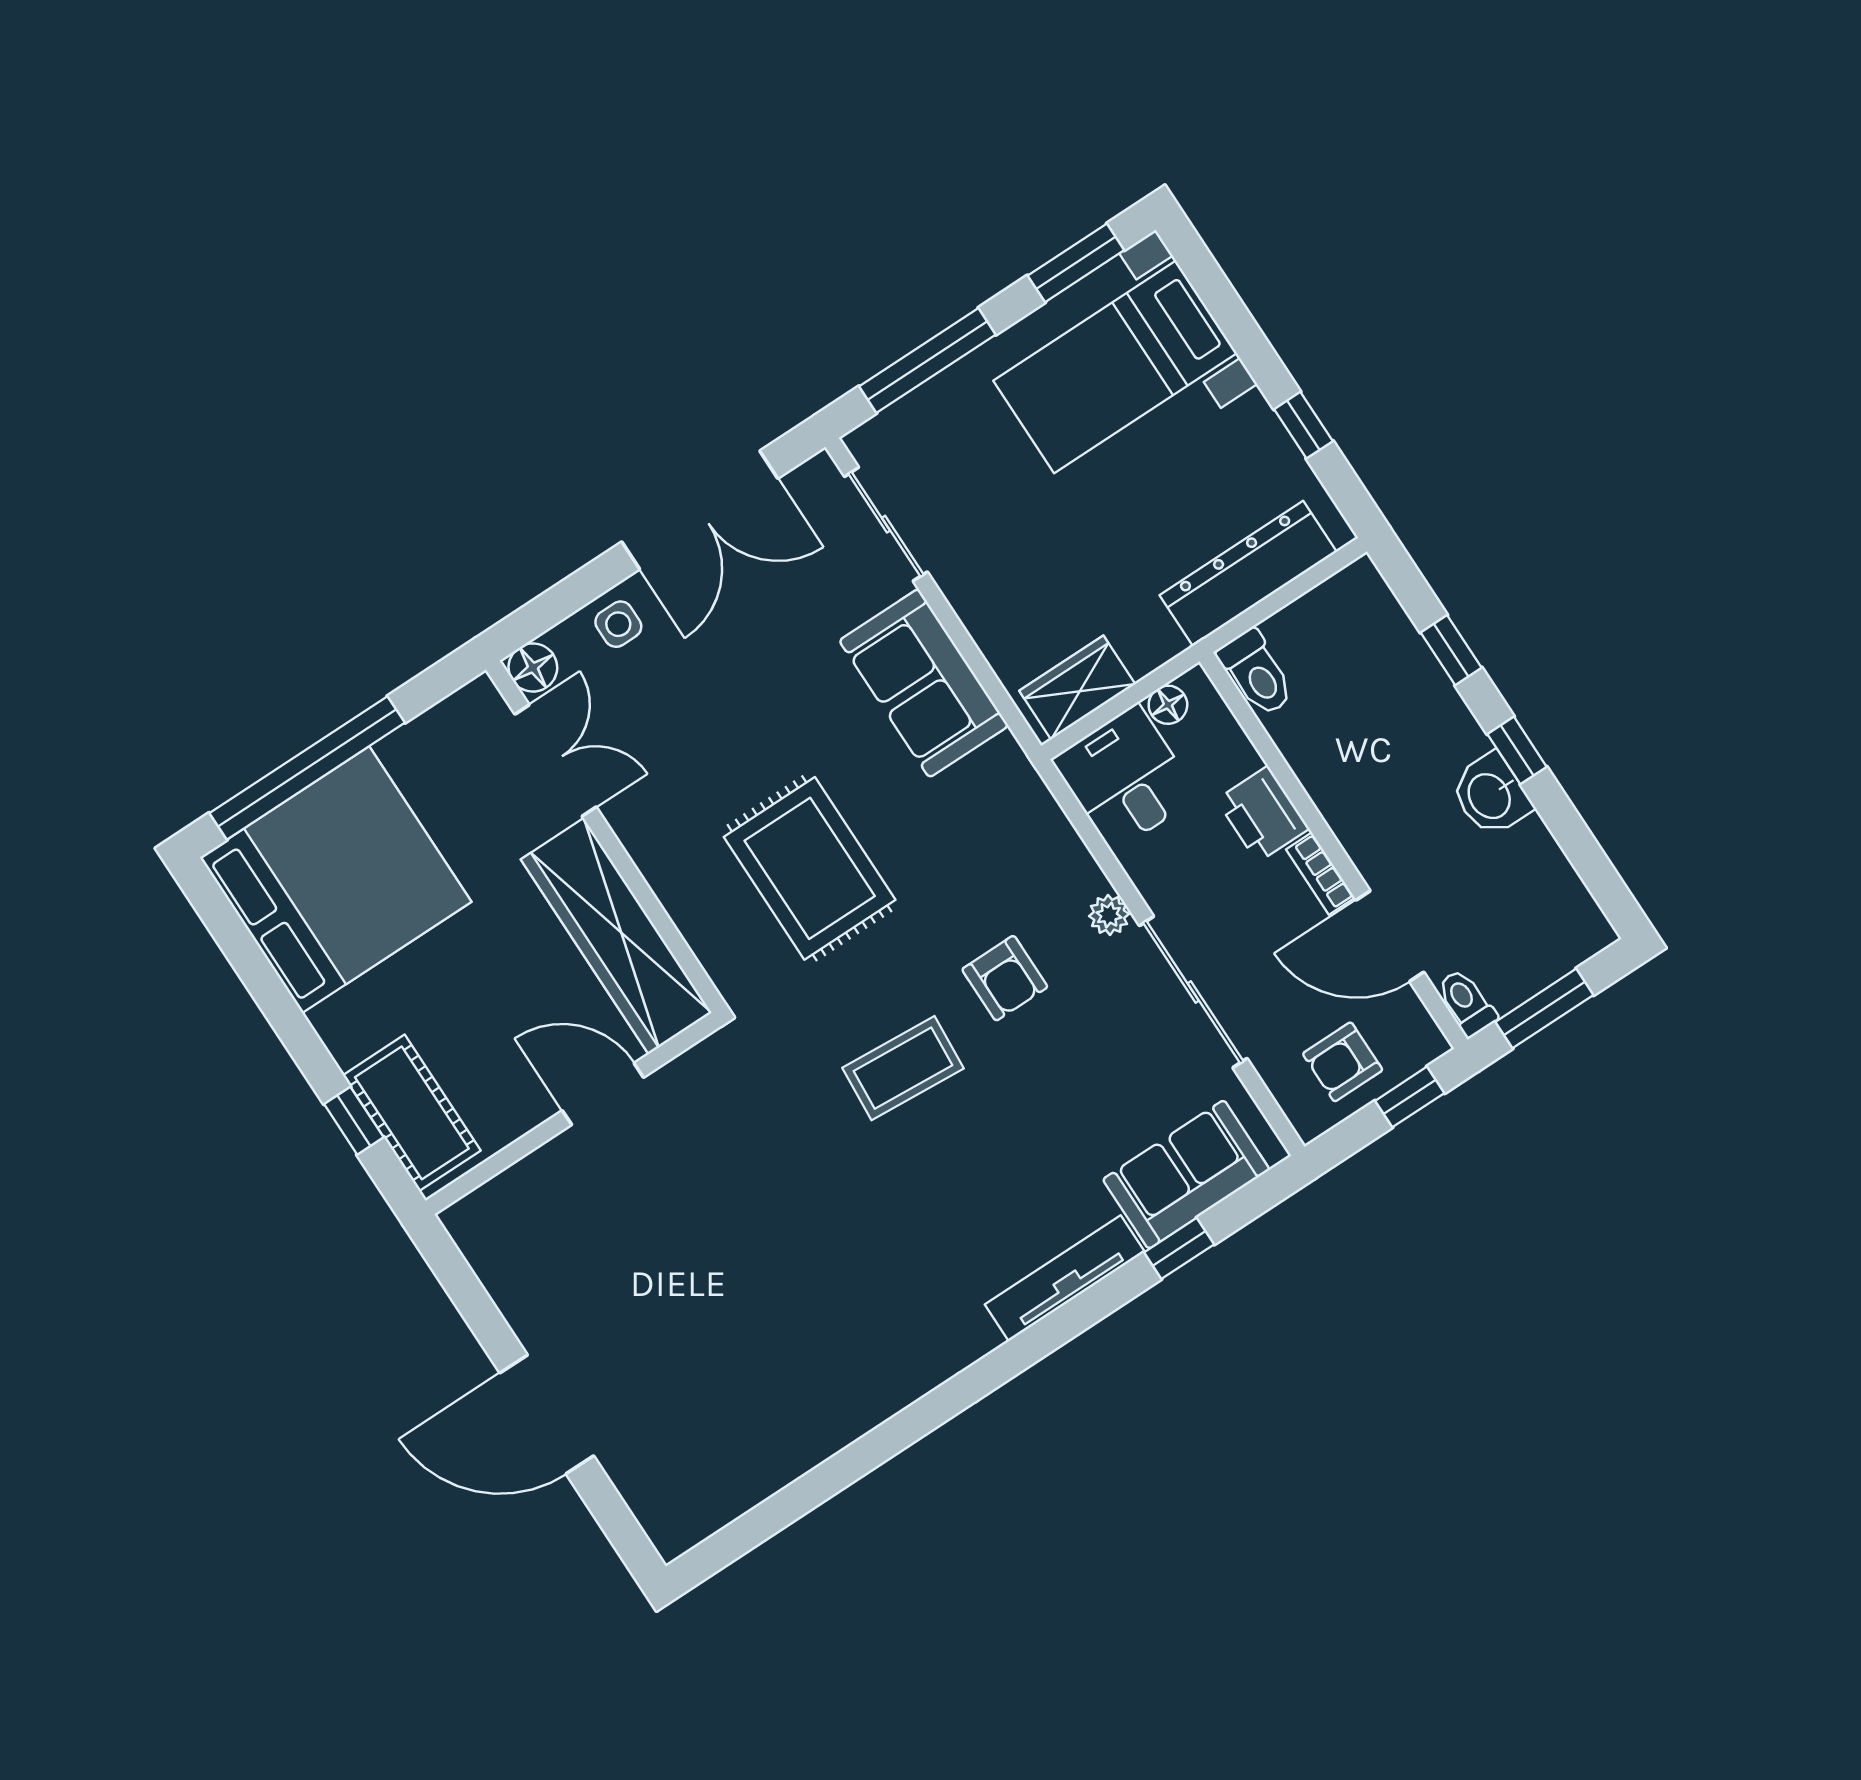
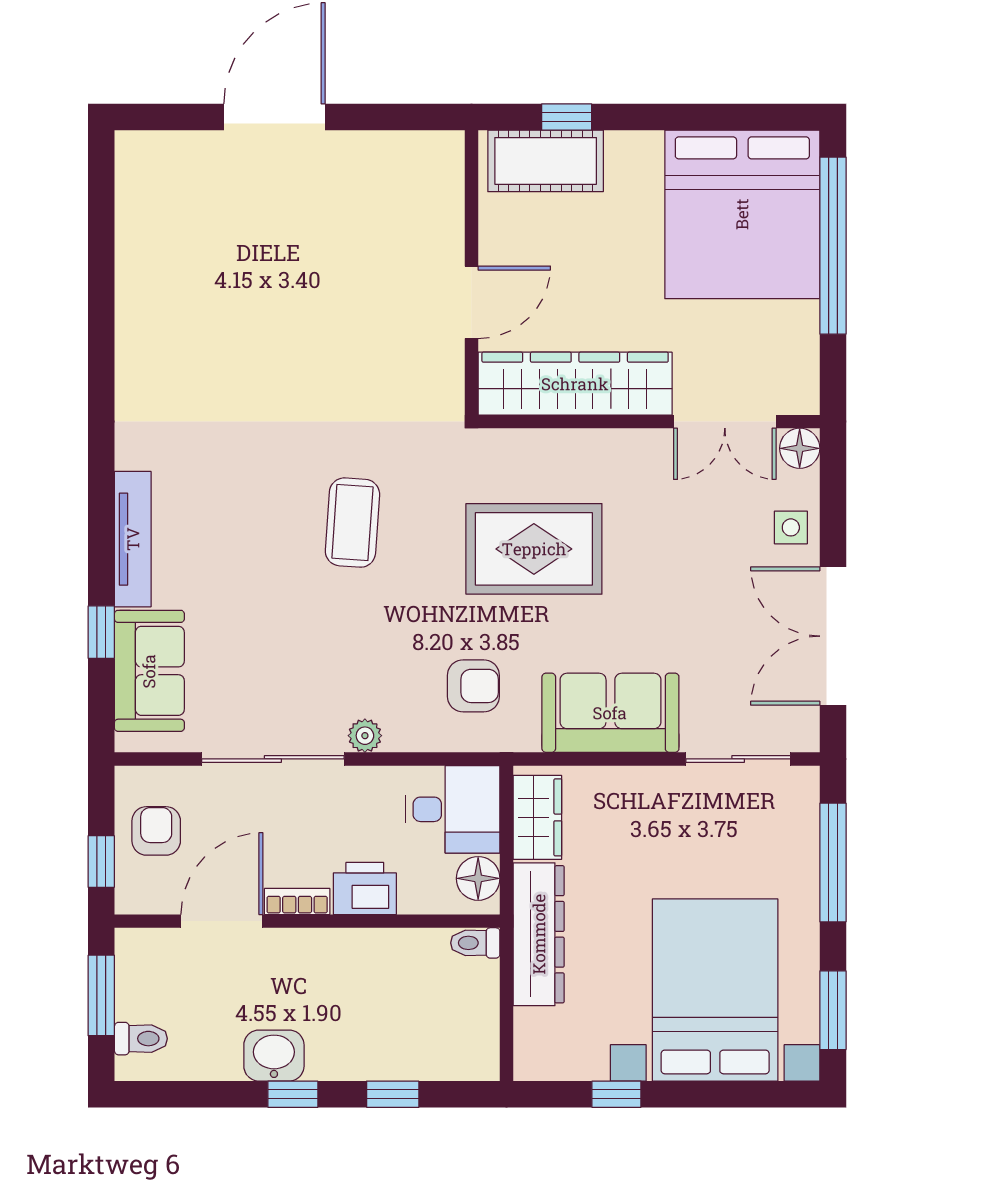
bed with nightstands: (1115, 367) -> (715, 990), width x1.36
dresser: (1248, 574) -> (539, 934), moved
toilet: (1256, 673) -> (475, 943), width x0.73, depth x0.72
floor lamp: (1168, 705) -> (478, 878), width x1.37, depth x1.37
armchair: (1005, 978) -> (473, 686), moved, turned 180
toilet: (1466, 1003) -> (141, 1039), moved

